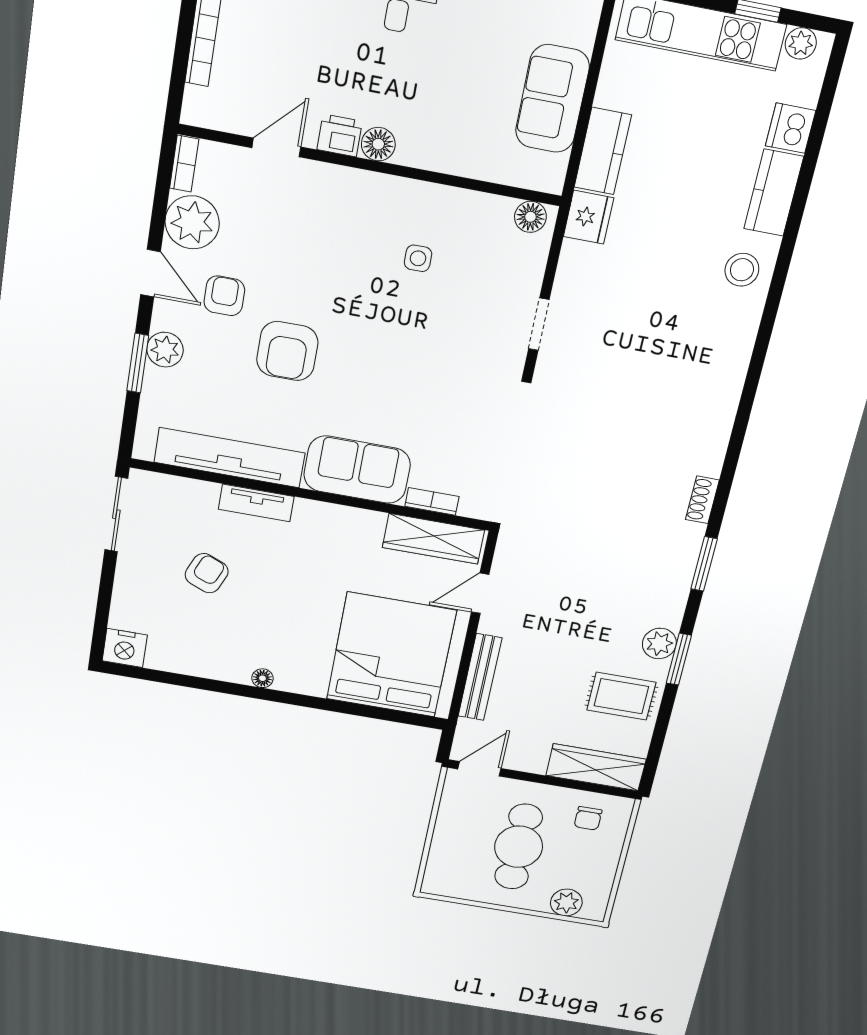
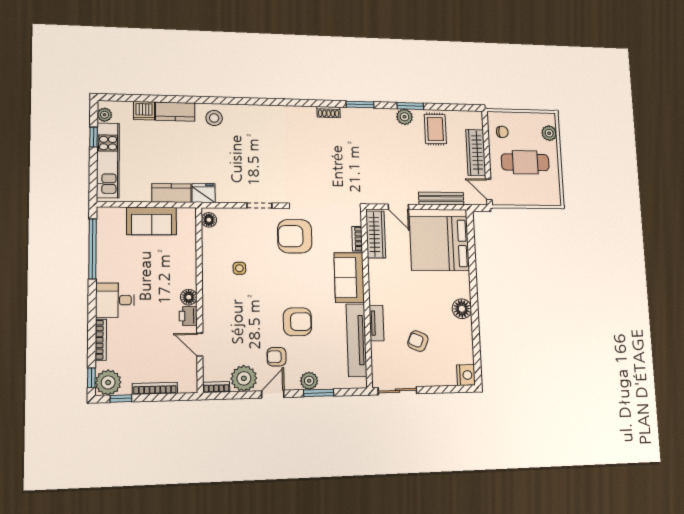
armchair: (462, 381) -> (295, 236), added
floor lamp: (262, 678) -> (462, 309), width x1.89, depth x1.89
wardrobe: (596, 767) -> (476, 153), moved

